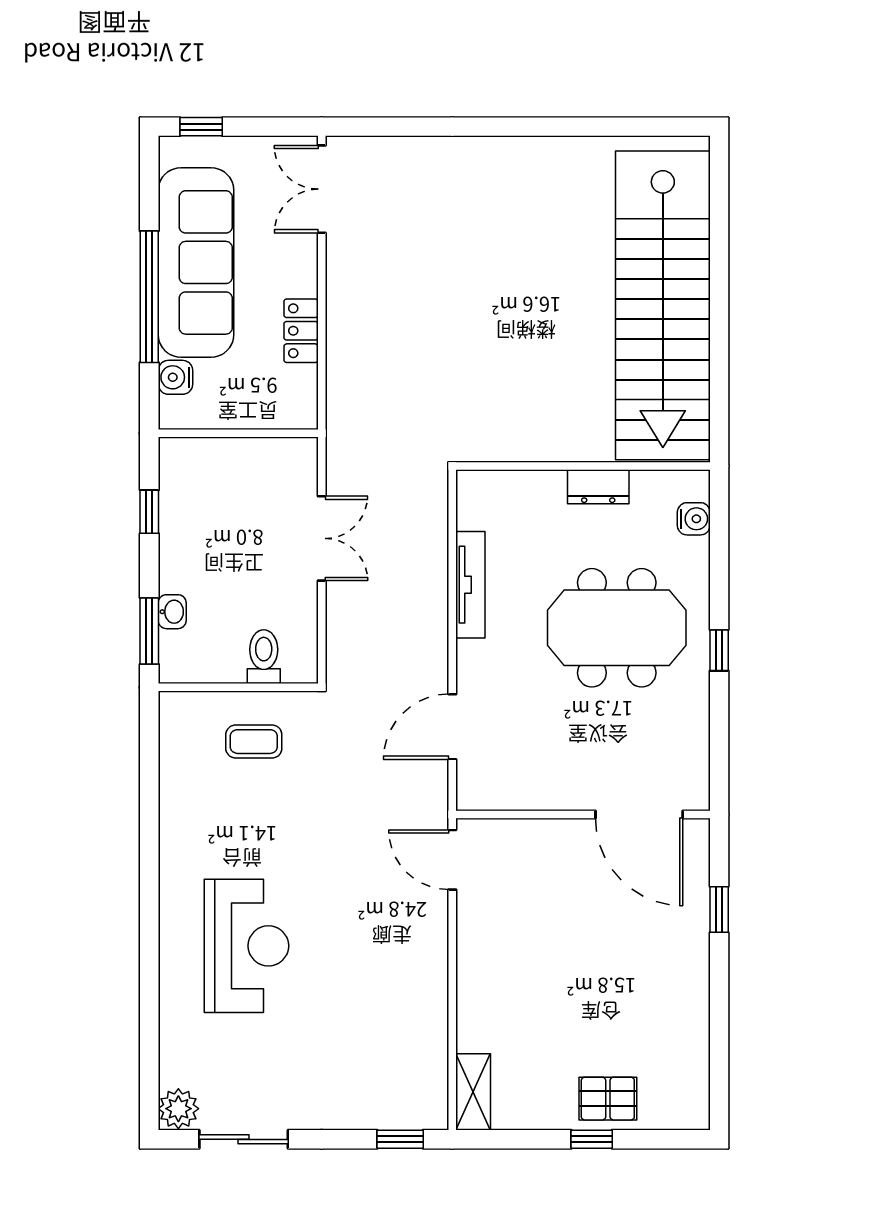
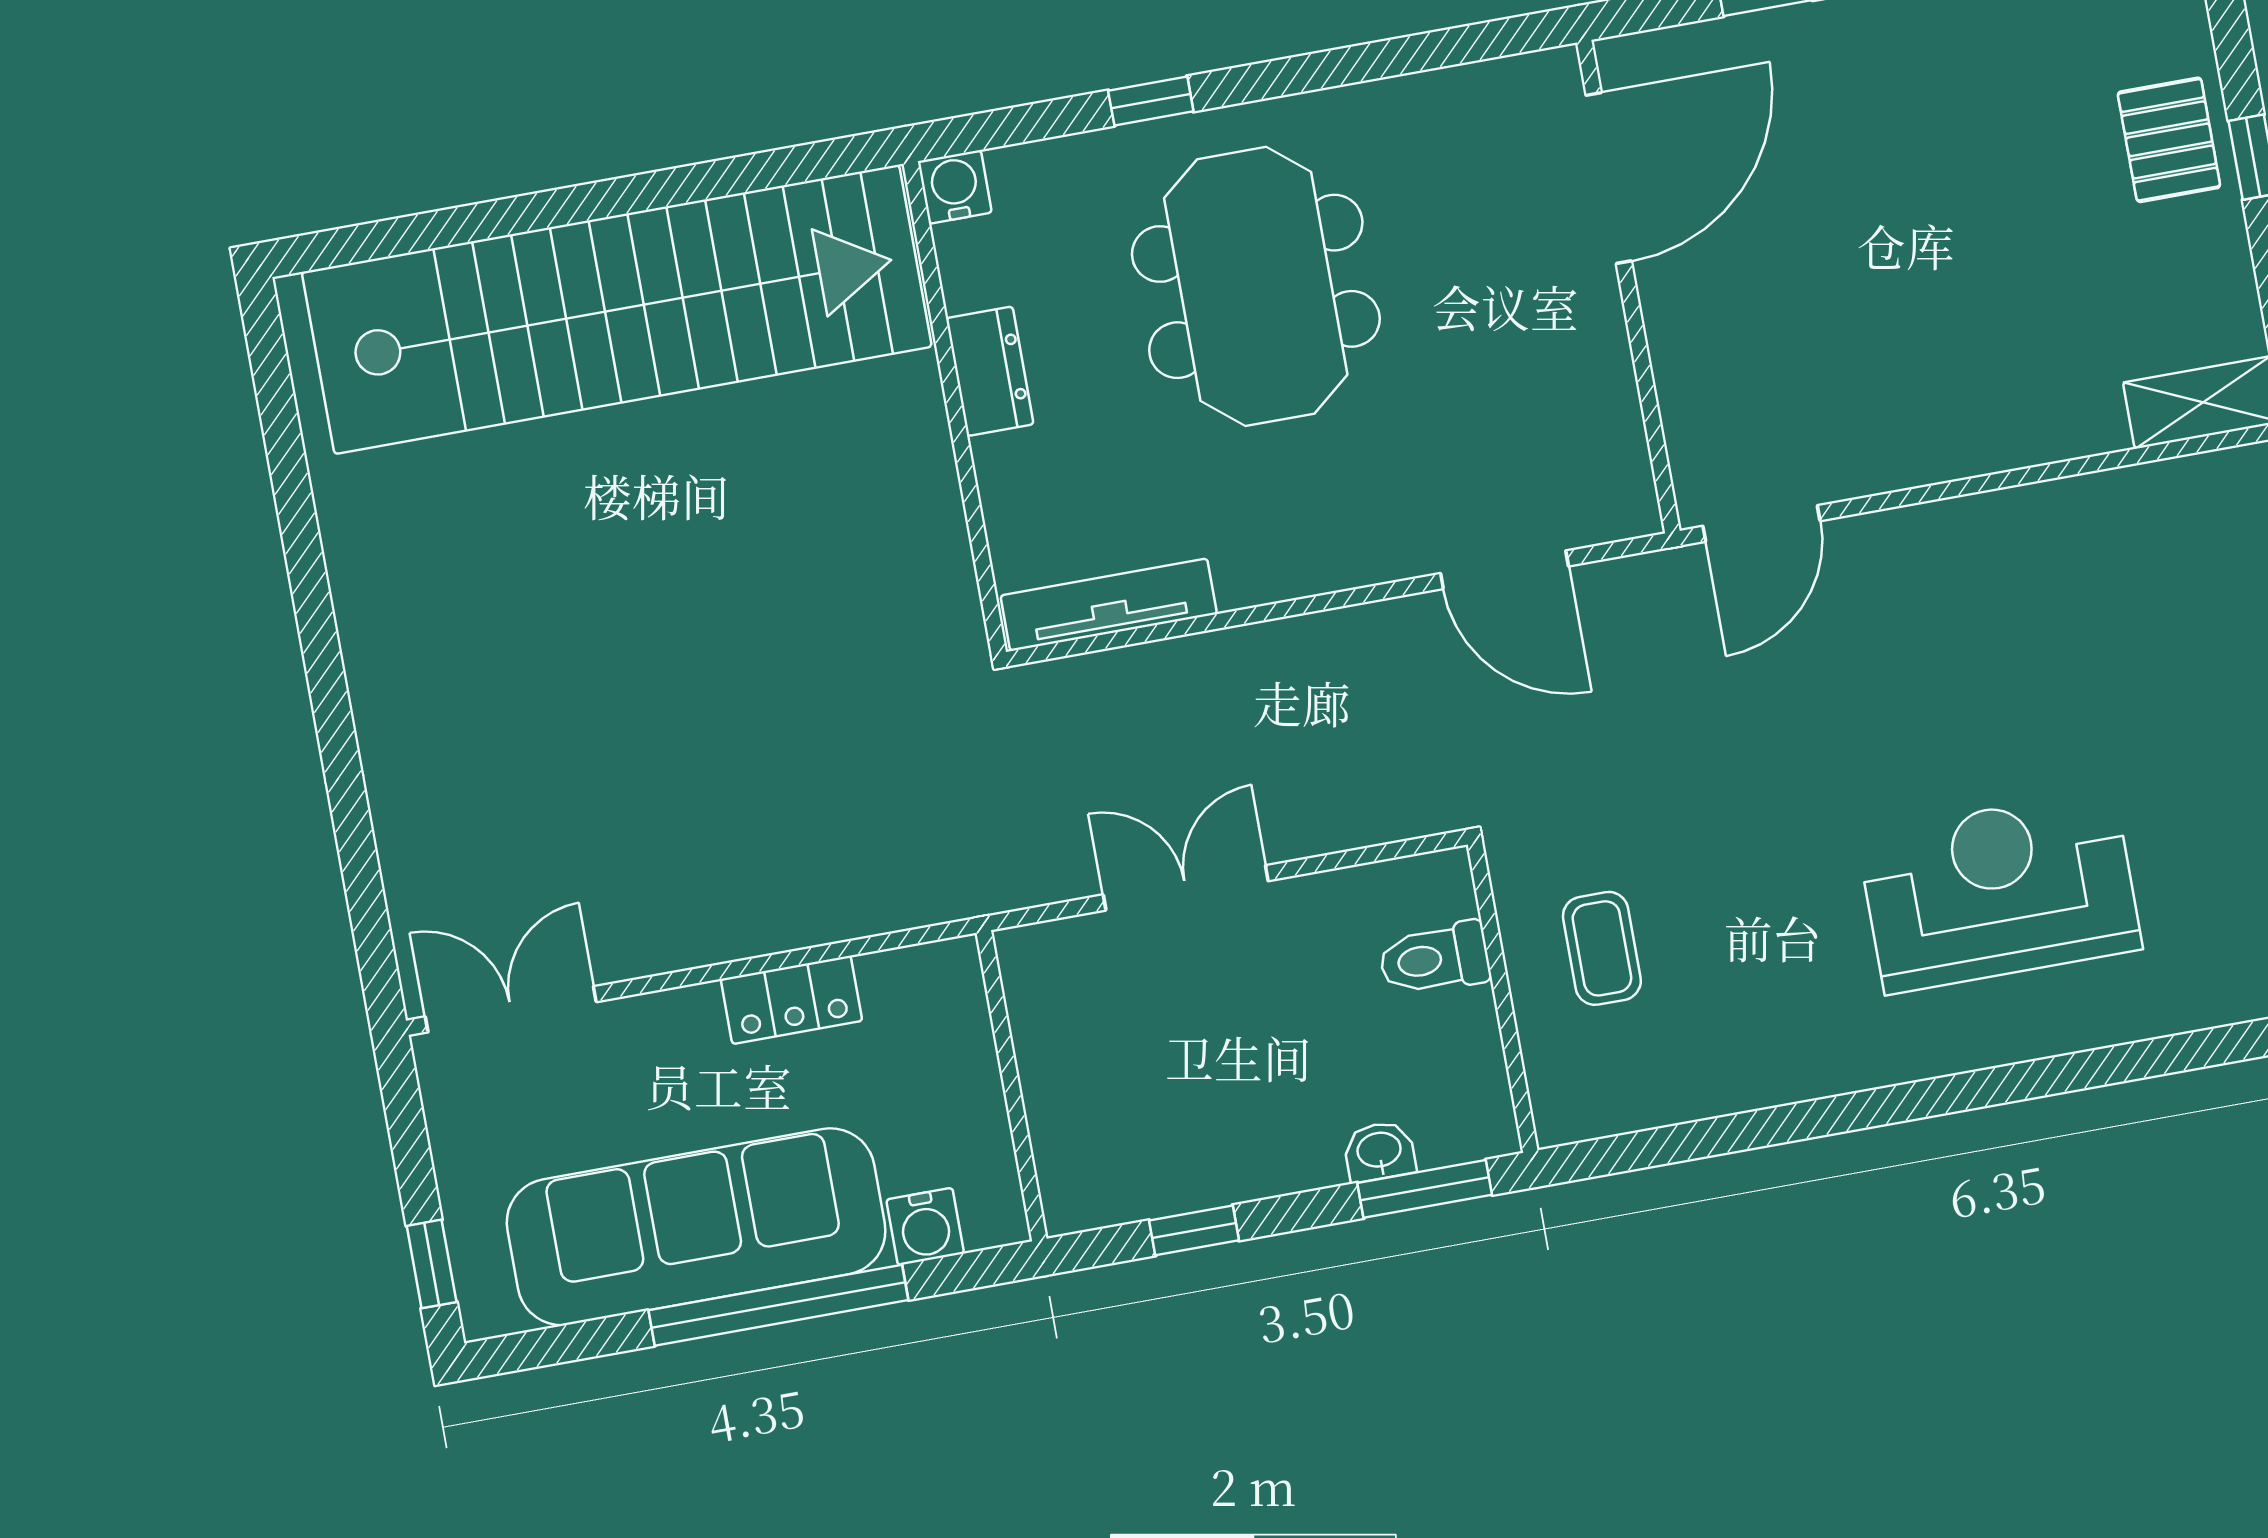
double door: (322, 189) -> (511, 1009), swing flipped
water cooler: (694, 519) -> (955, 187), moved
tv unit: (470, 585) -> (1109, 605), moved
window: (719, 650) -> (1151, 101), moved

